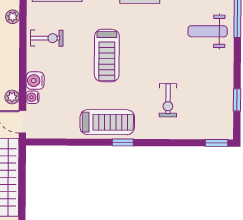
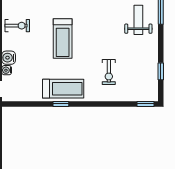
weight bench: (208, 31) -> (138, 20), turned 90
window: (123, 142) -> (61, 104), moved

